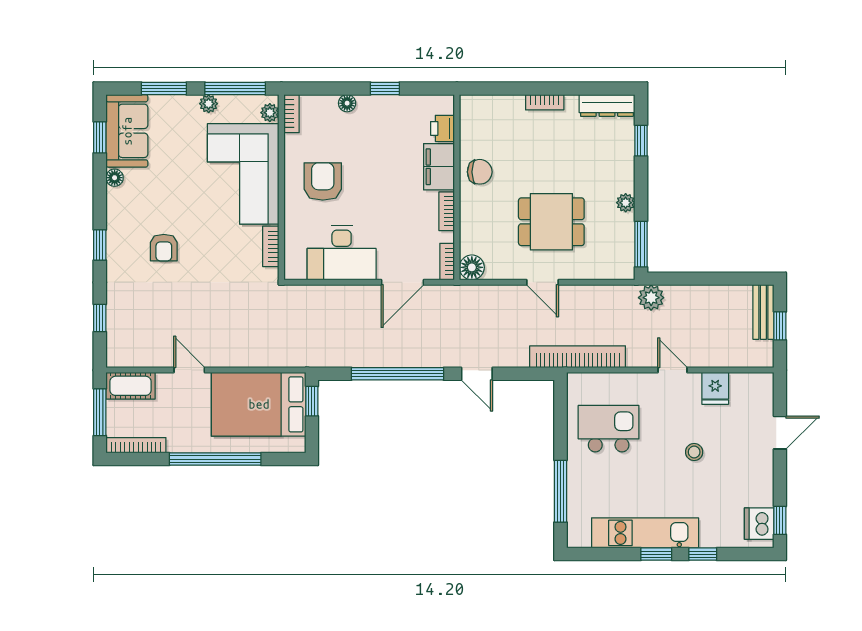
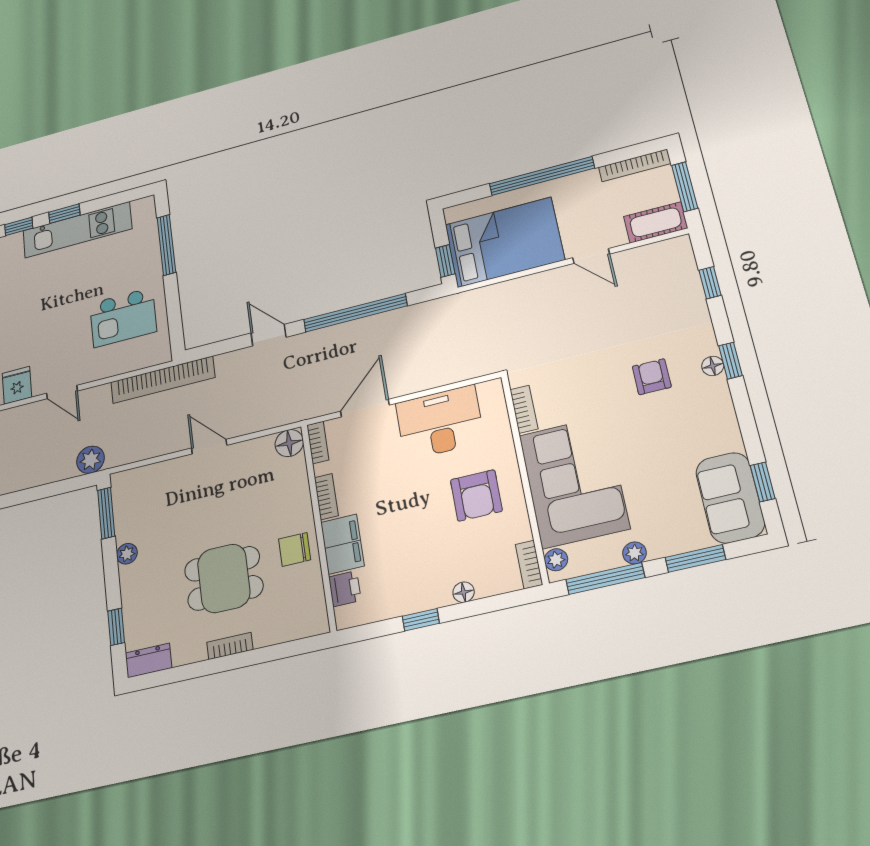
dresser: (607, 106) -> (148, 660), width x0.70
floor lamp: (115, 178) -> (713, 366), moved
dining table: (551, 222) -> (224, 578), moved
stool: (694, 452) -> (34, 318), removed

